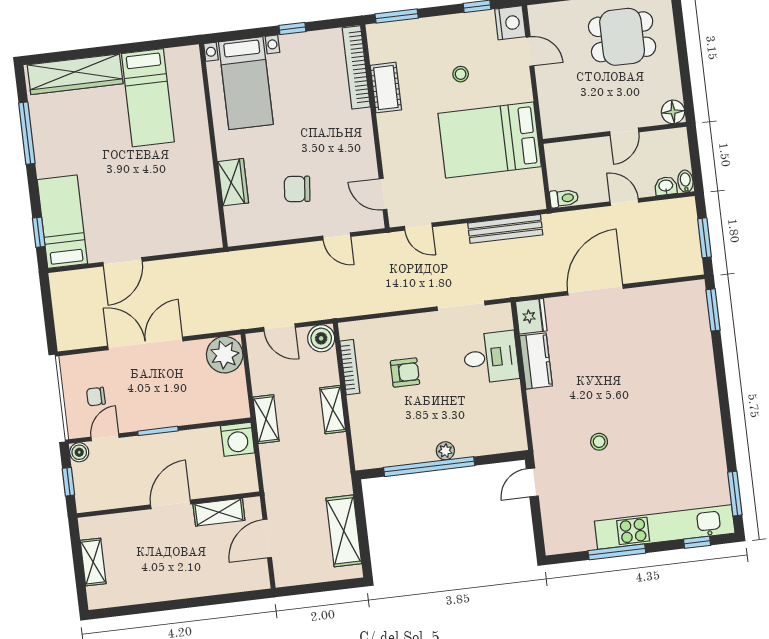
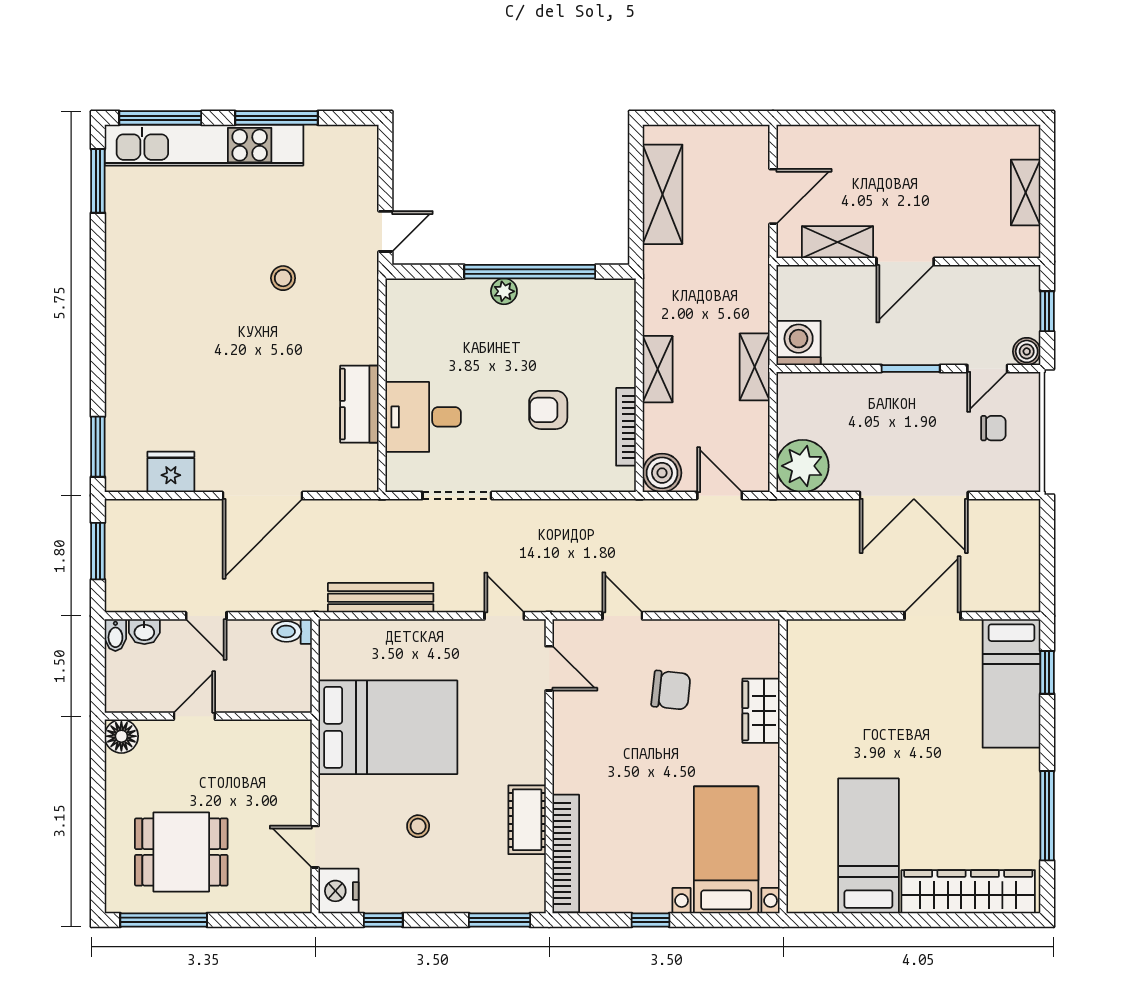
fridge: (531, 316) -> (171, 472), moved, turned 90
window: (697, 542) -> (160, 118), width x2.17

